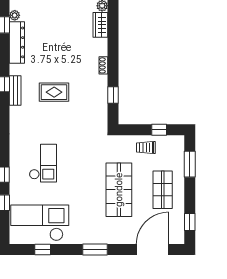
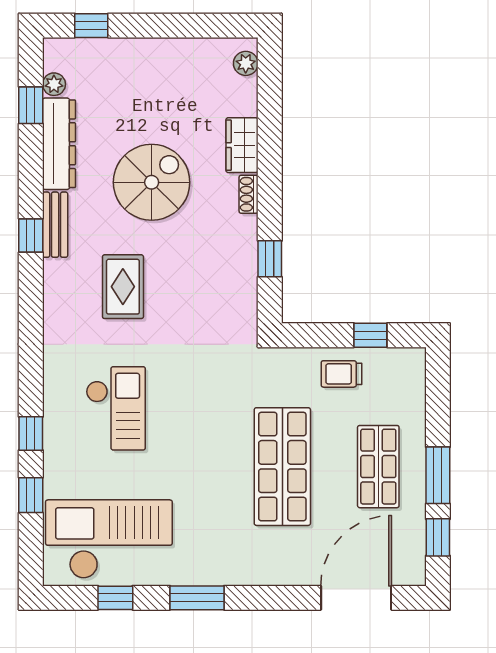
wardrobe: (100, 25) -> (242, 145), moved
spiral stairs: (59, 60) -> (152, 182), added
bench: (15, 90) -> (55, 225), moved
rug: (54, 92) -> (123, 287), moved, turned 90
window: (190, 164) -> (438, 475), moved
window: (95, 250) -> (197, 598), moved

